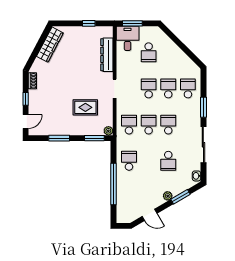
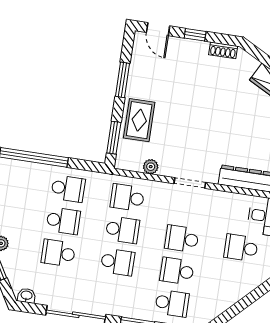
school desk: (149, 88) -> (182, 239), turned 180
school desk: (168, 88) -> (177, 271), turned 180
rug: (85, 107) -> (139, 120), moved
school desk: (129, 125) -> (127, 198), turned 180
plant: (108, 131) -> (151, 167), moved
school desk: (149, 161) -> (63, 221), added

